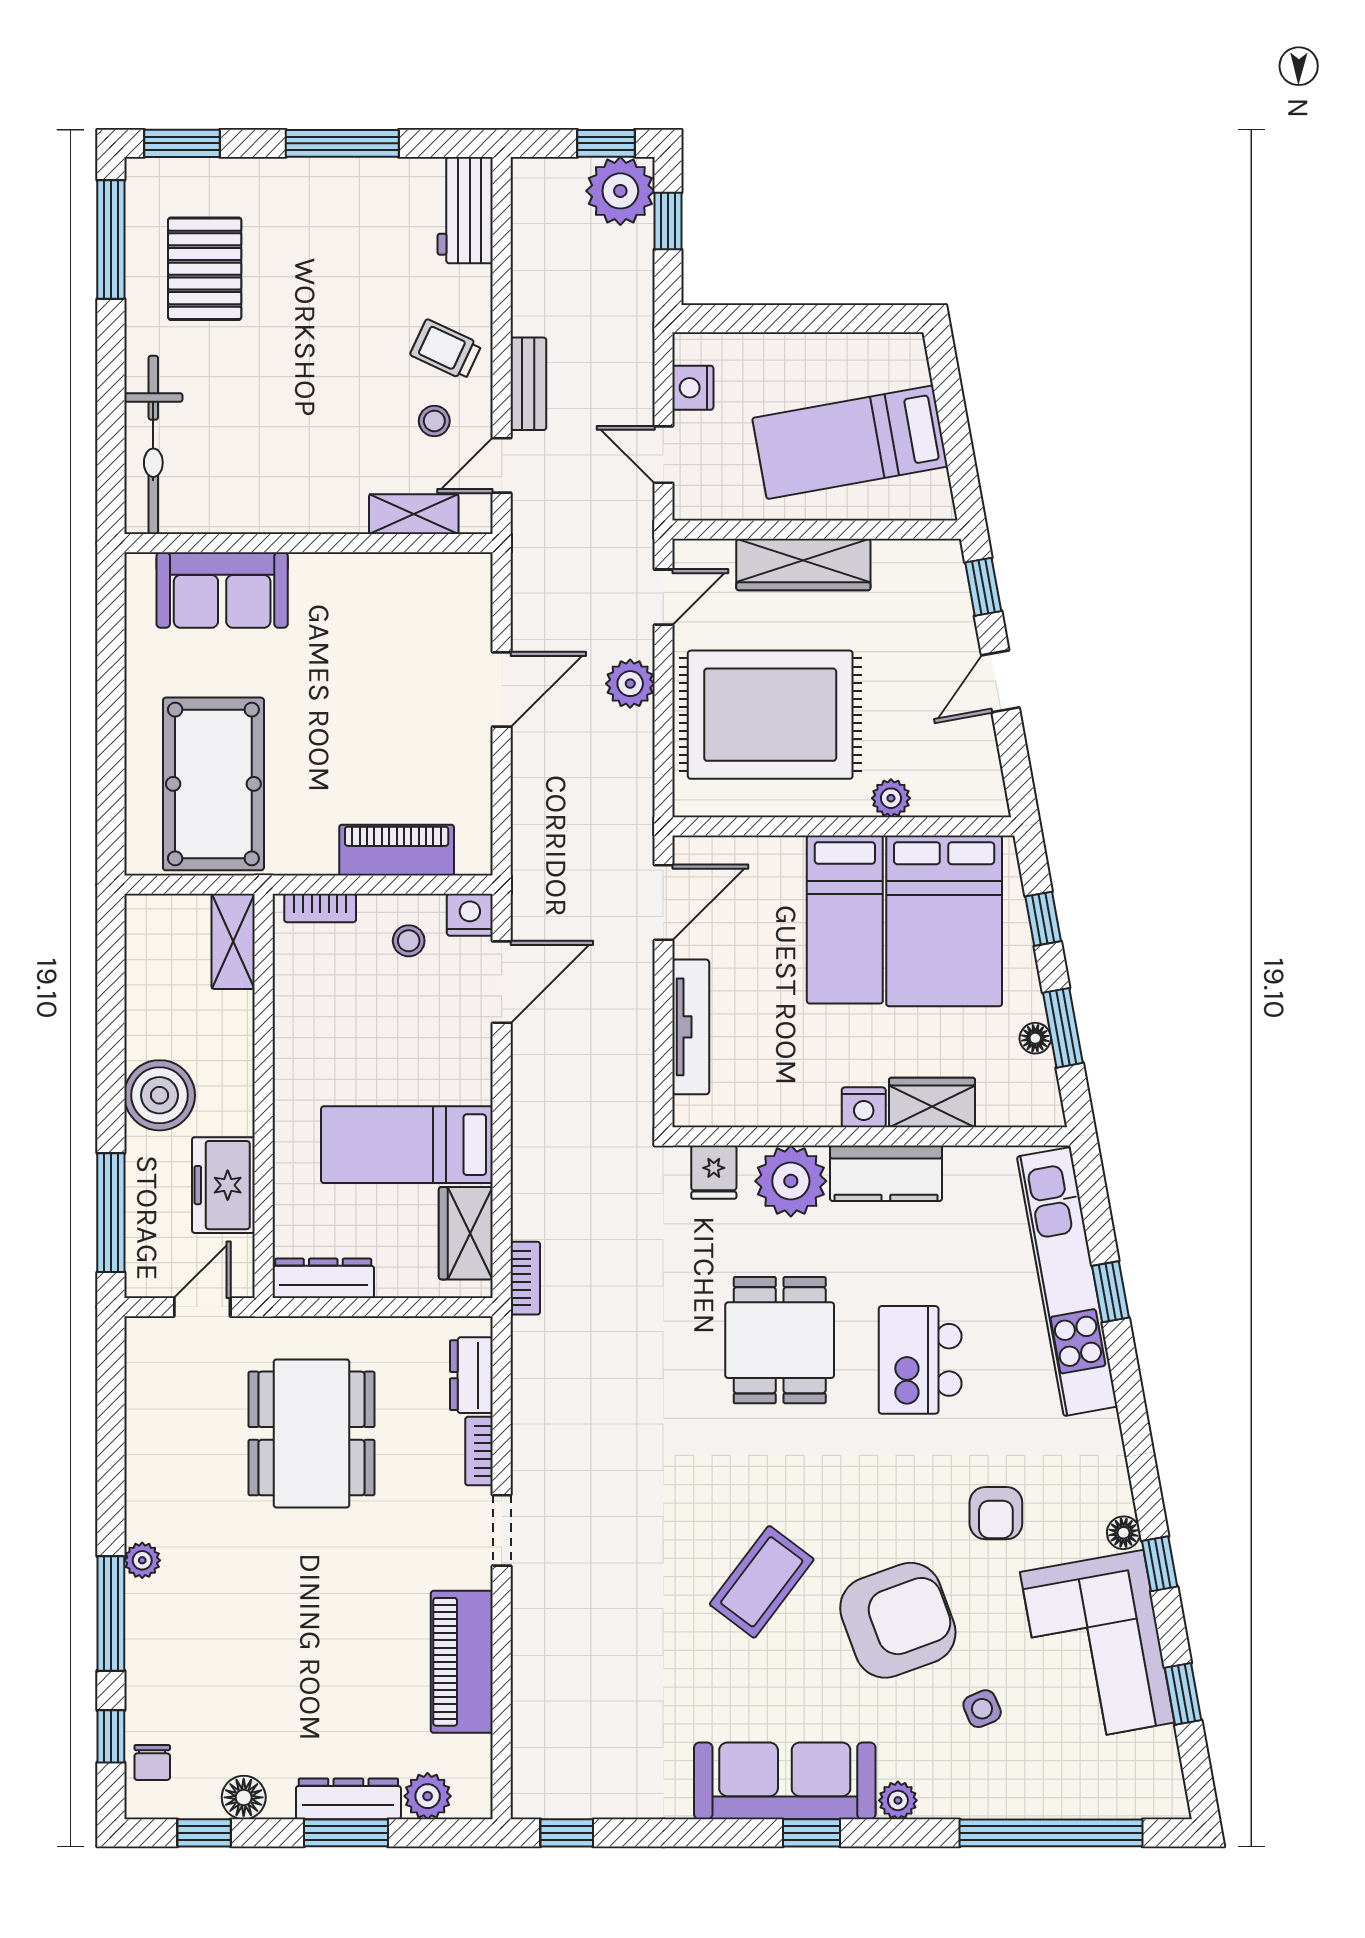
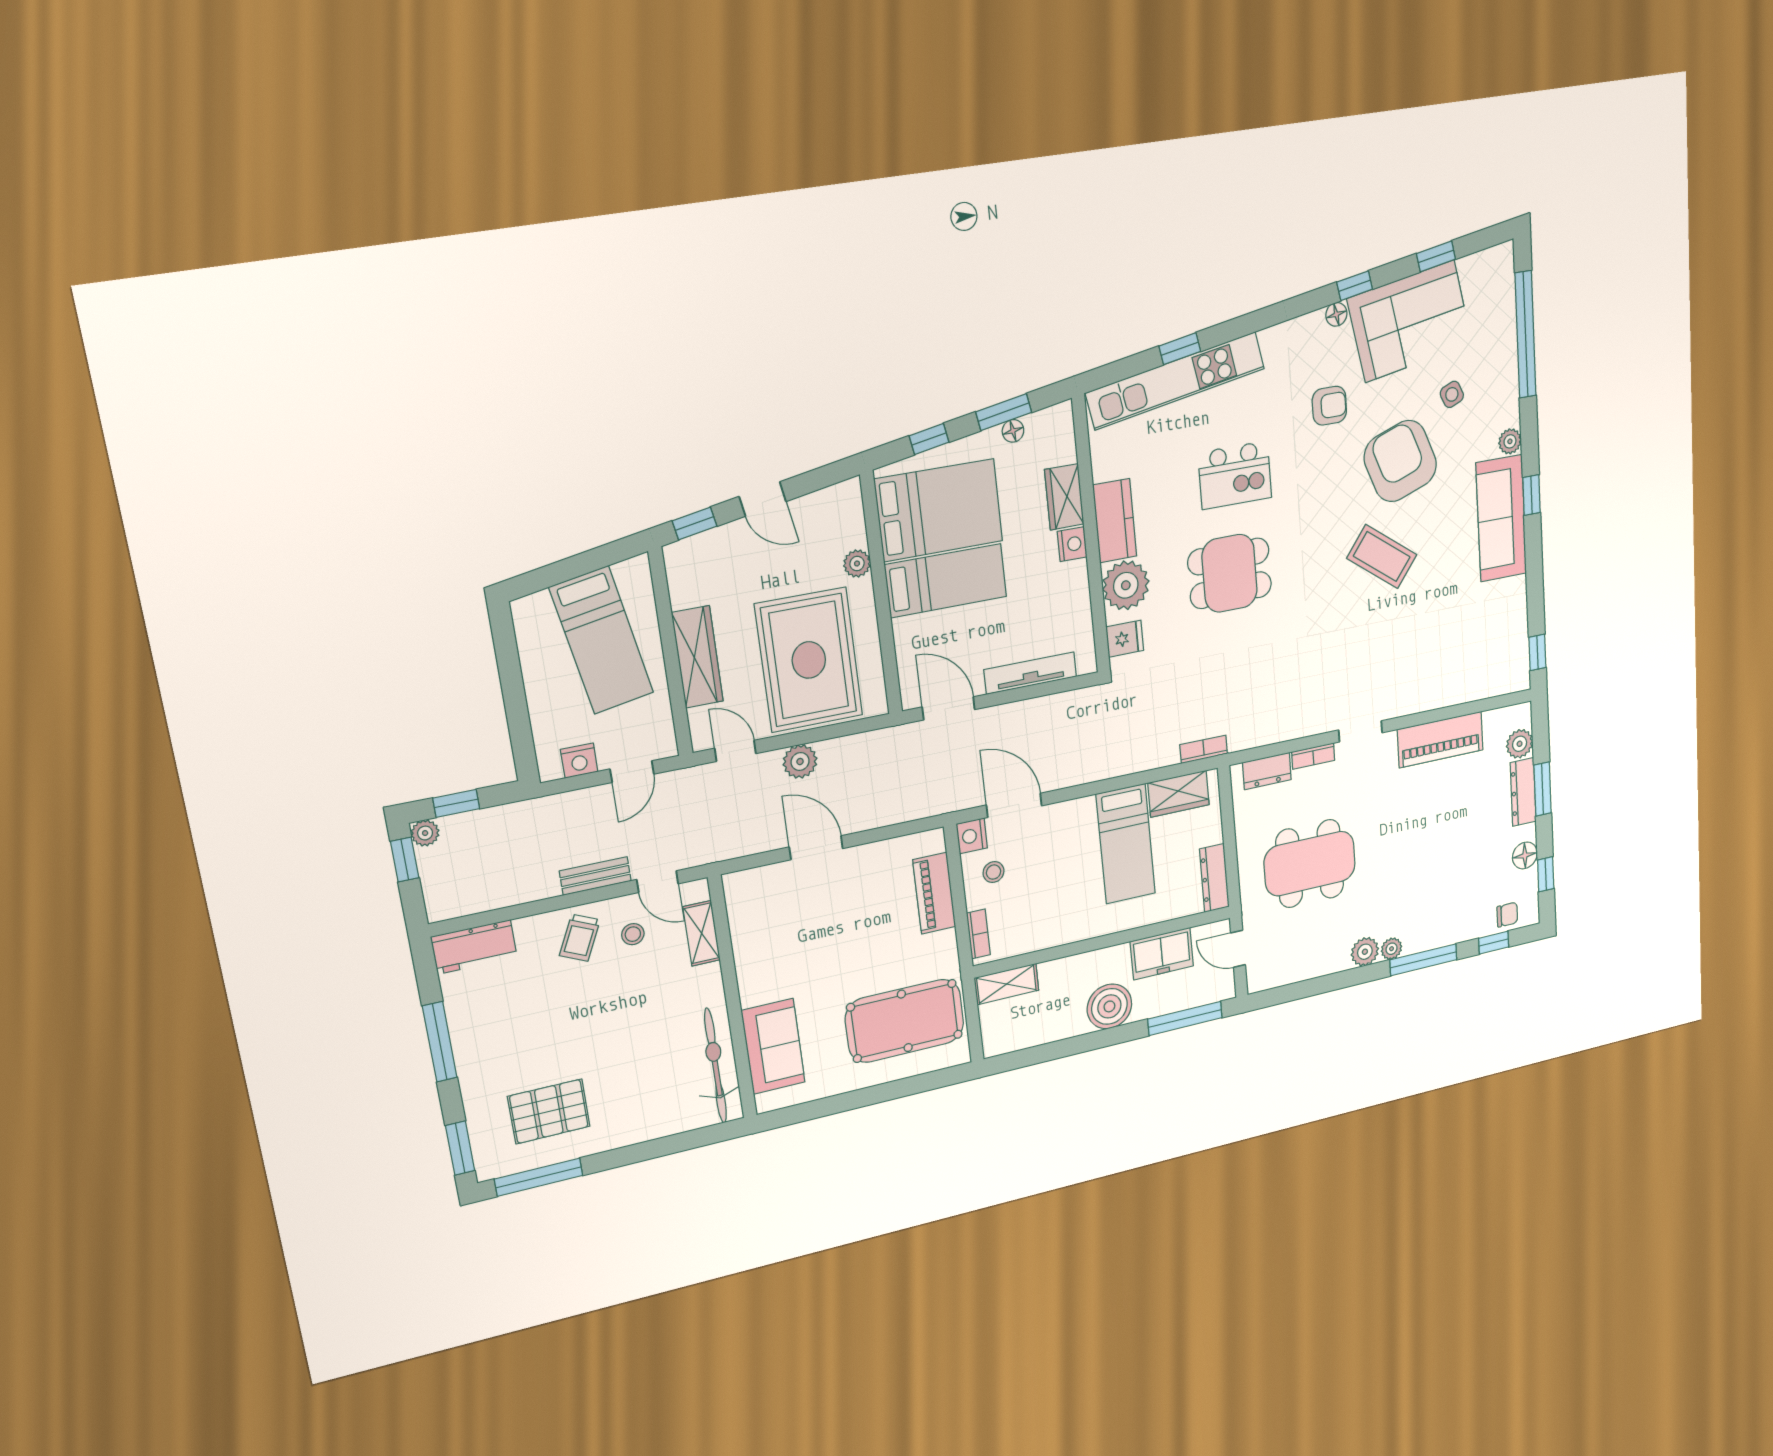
plant: (620, 191) -> (425, 833), width x0.53, depth x0.53
bicycle: (153, 445) -> (715, 1066), moved, turned -90
plant: (148, 1515) -> (1365, 952), added

